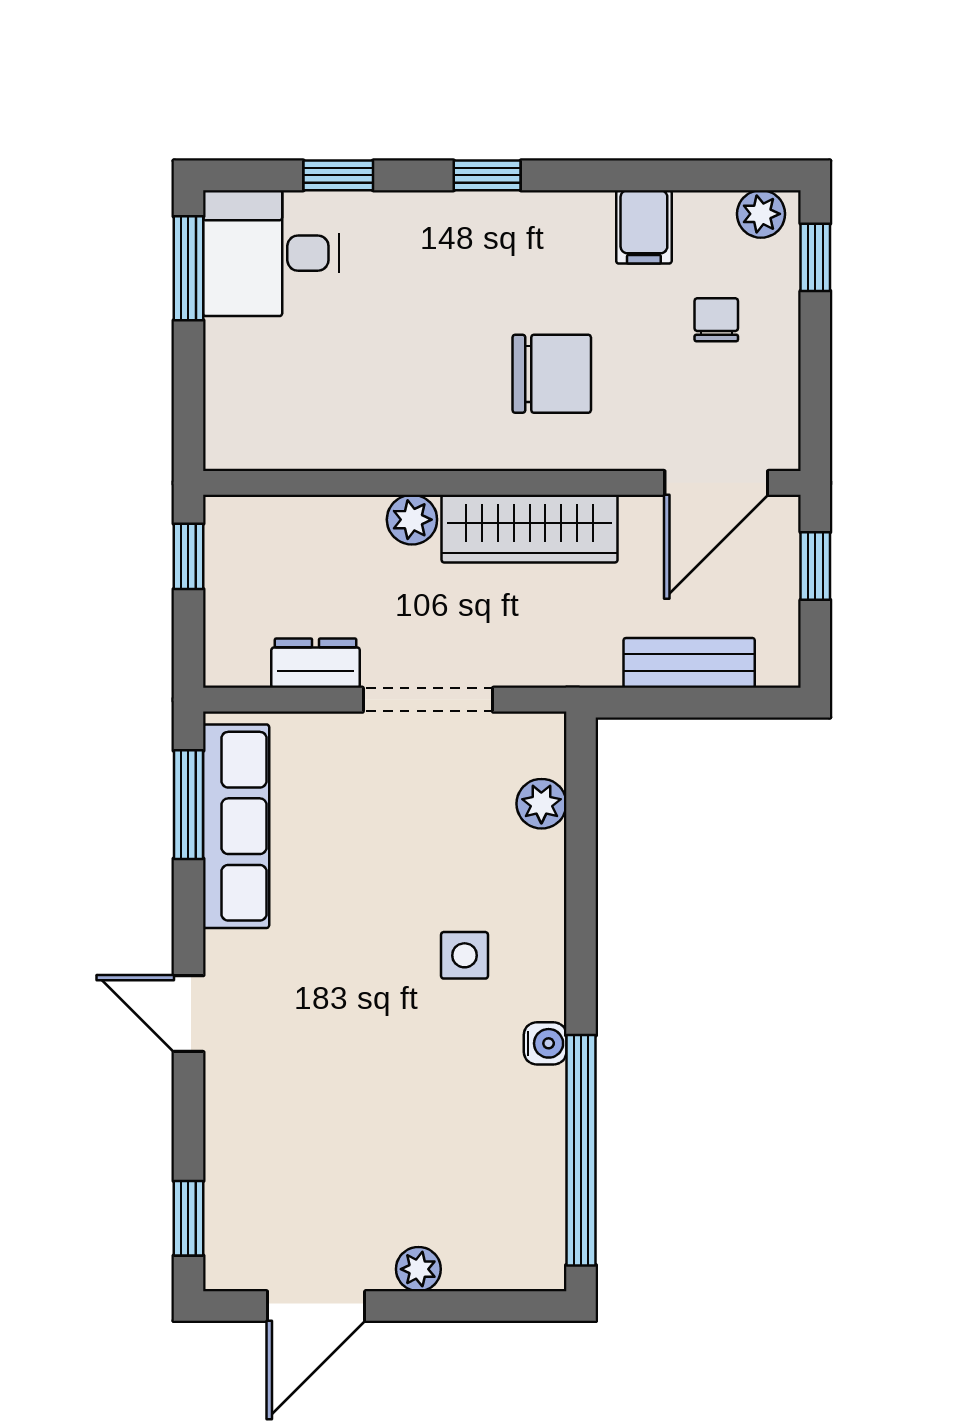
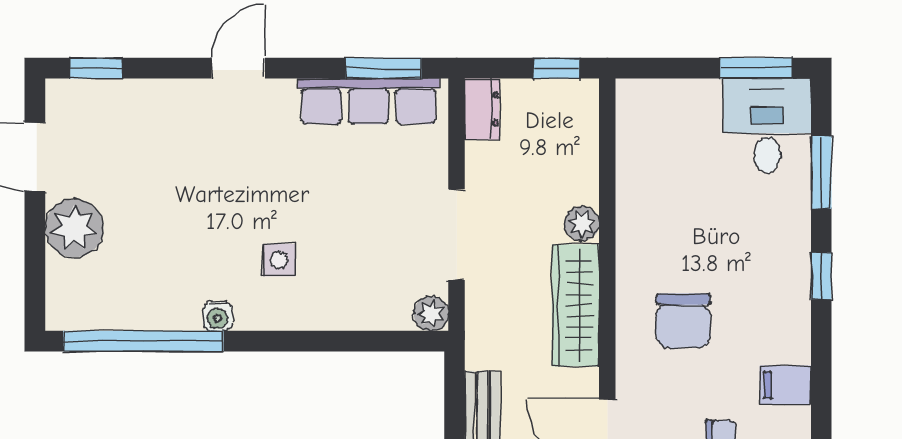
window: (338, 175) -> (821, 172), width x1.50
dresser: (316, 663) -> (482, 109), moved
plant: (541, 804) -> (431, 314), moved
plant: (418, 1269) -> (74, 228), width x1.88, depth x1.88

